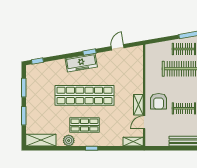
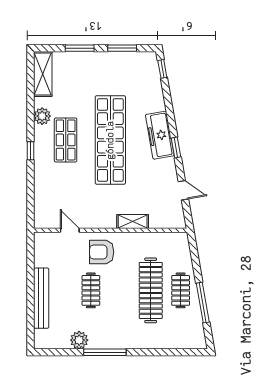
shelving: (138, 105) -> (133, 222), moved
shelving: (133, 142) -> (41, 213), removed

